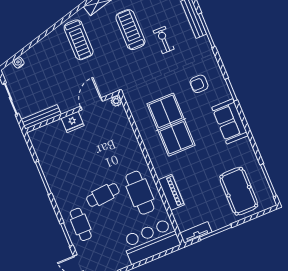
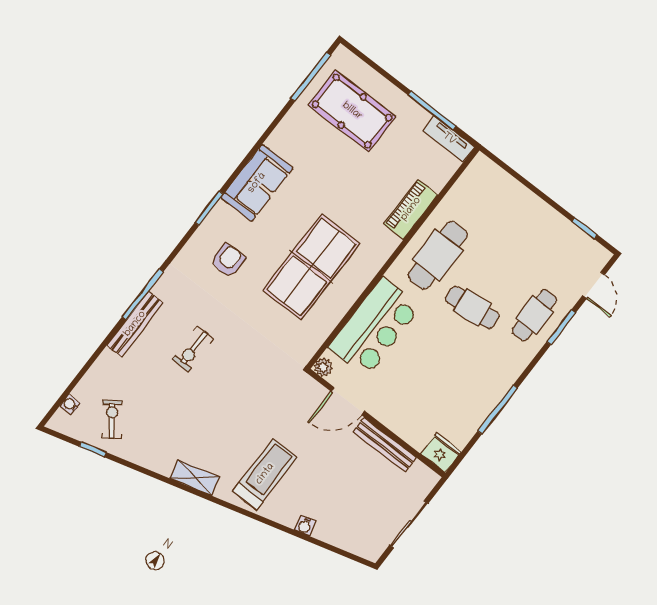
treadmill: (130, 30) -> (206, 407), removed
water cooler: (18, 63) -> (305, 525), moved
armchair: (199, 84) -> (228, 260), turned -90
bench: (41, 117) -> (385, 445), moved
fridge: (73, 122) -> (441, 453), moved
pool table: (239, 191) -> (352, 111), turned 90
bar counter: (151, 241) -> (375, 327), moved, turned -90

